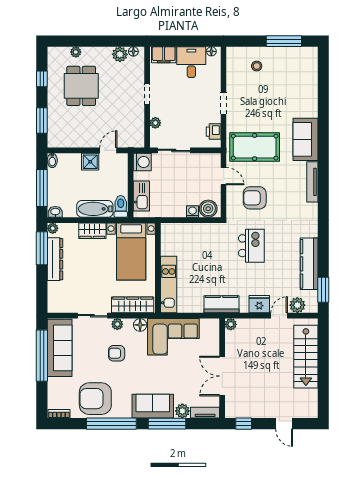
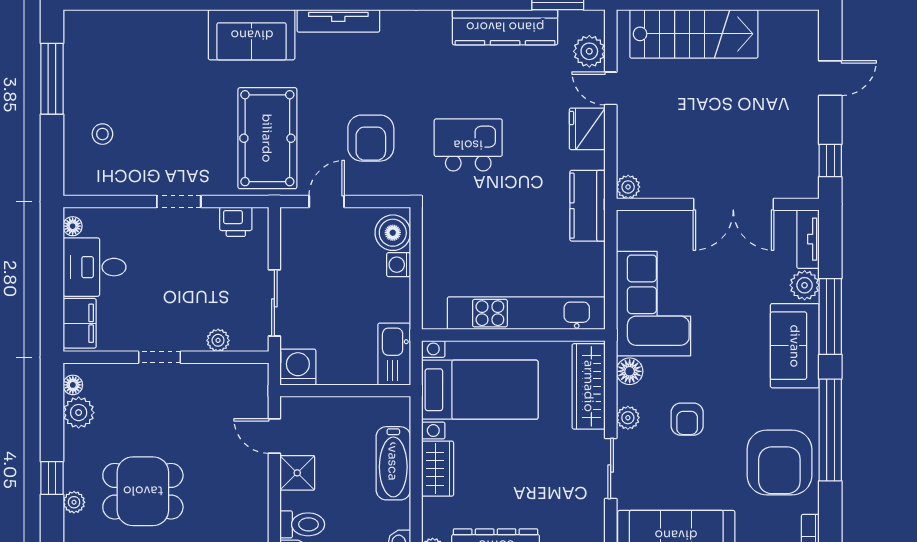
window: (88, 41) -> (52, 478), added
kitchen sink: (141, 196) -> (394, 354), moved, turned -90
toilet: (121, 206) -> (302, 524), moved, turned 180
kitchen unit: (169, 285) -> (526, 313), width x1.36

